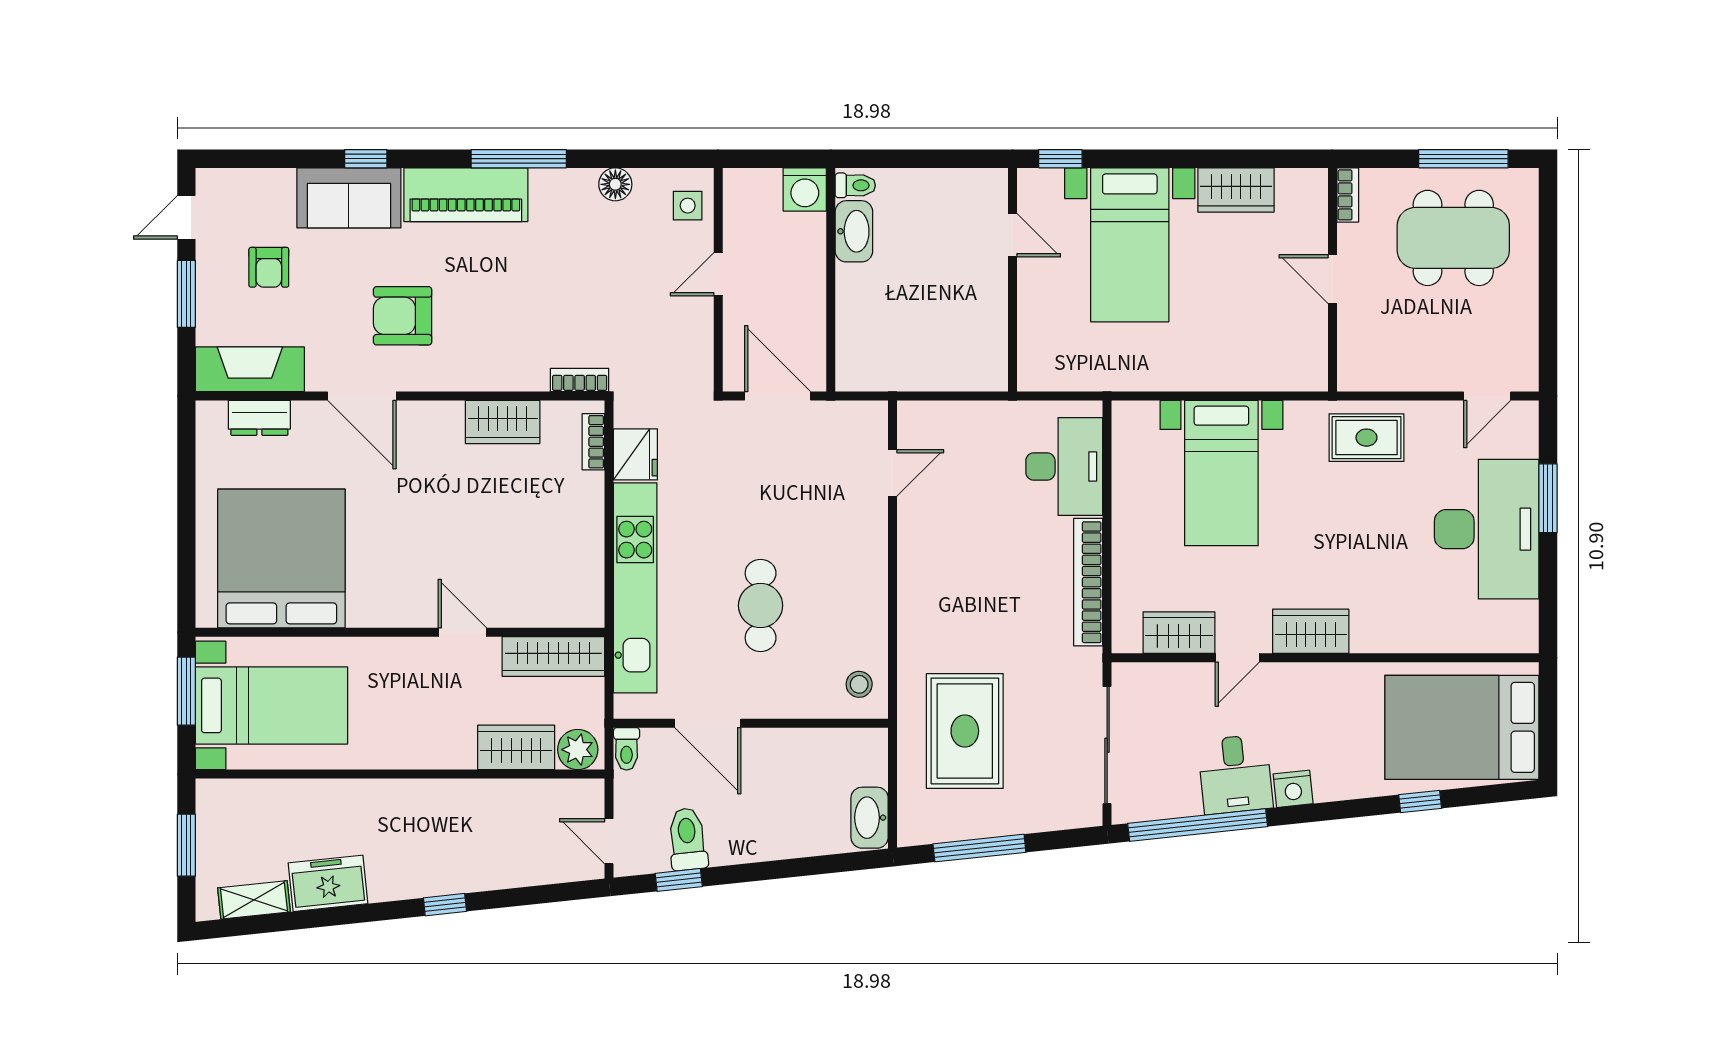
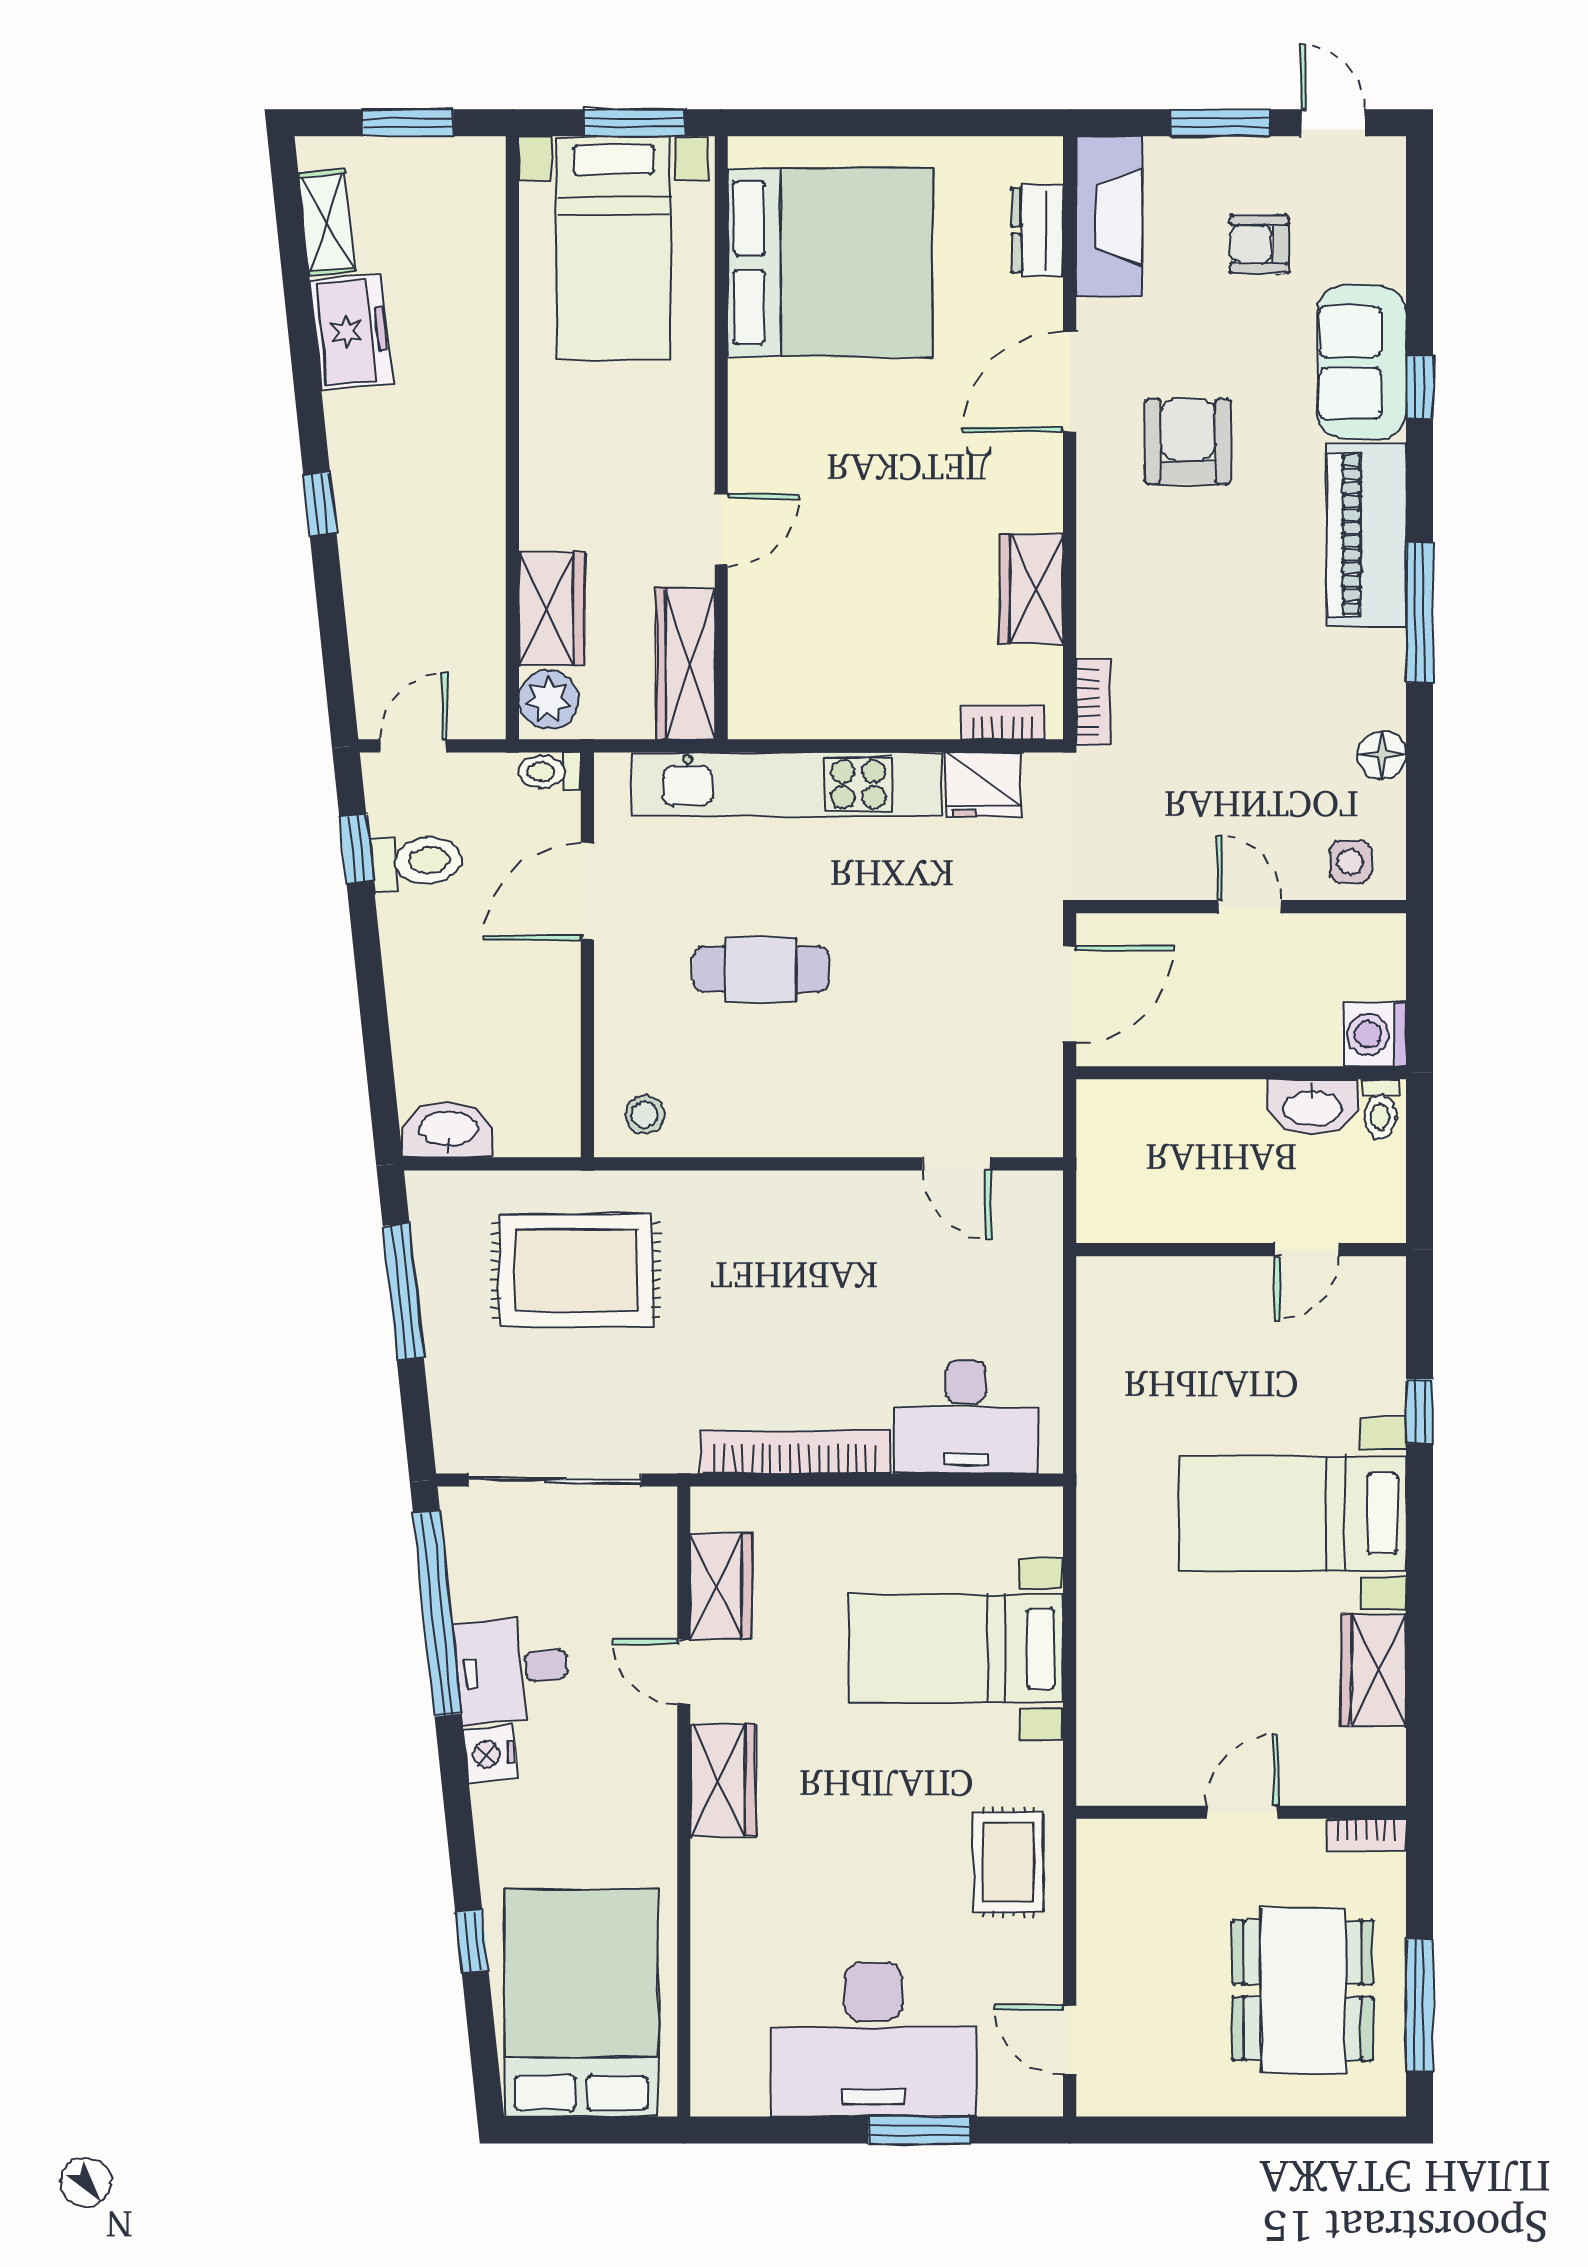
door: (1013, 235) -> (1307, 1250), moved
wall: (1013, 280) -> (1241, 1250), moved

